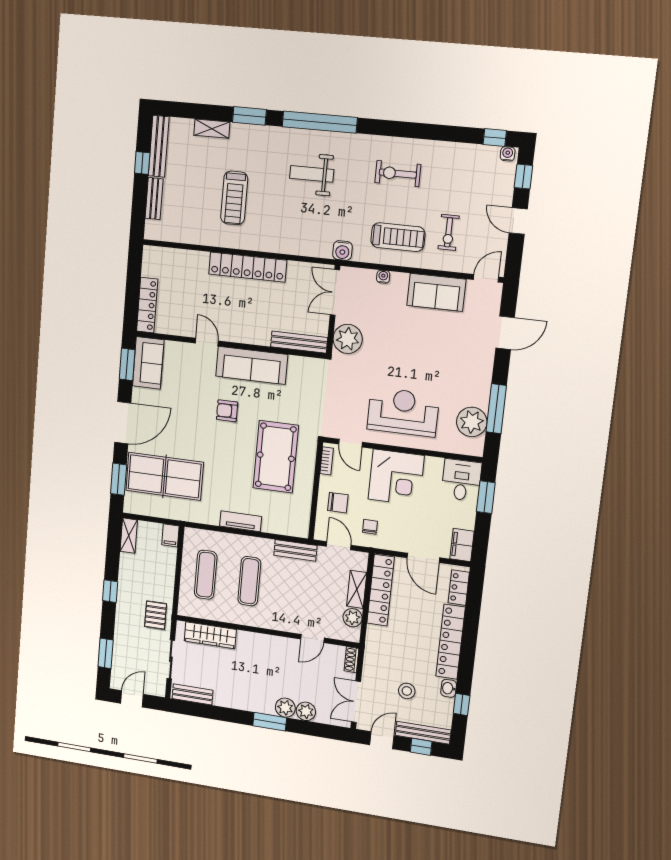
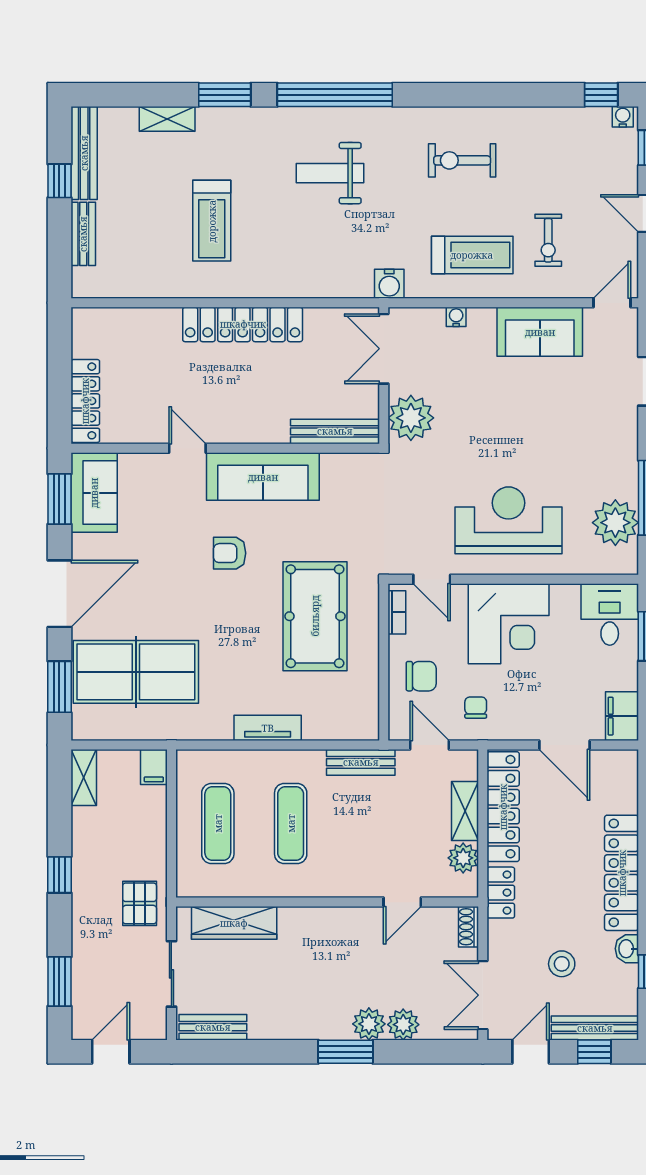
locker: (459, 588) -> (501, 893), moved, turned 180

